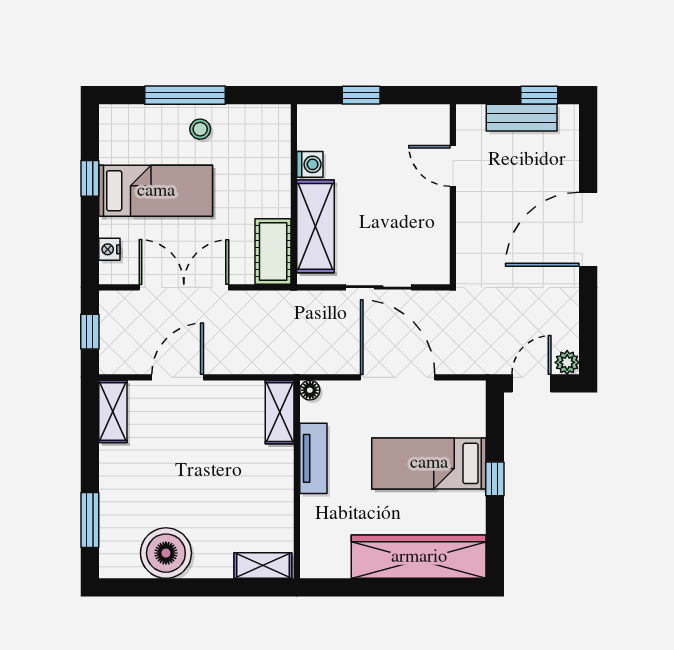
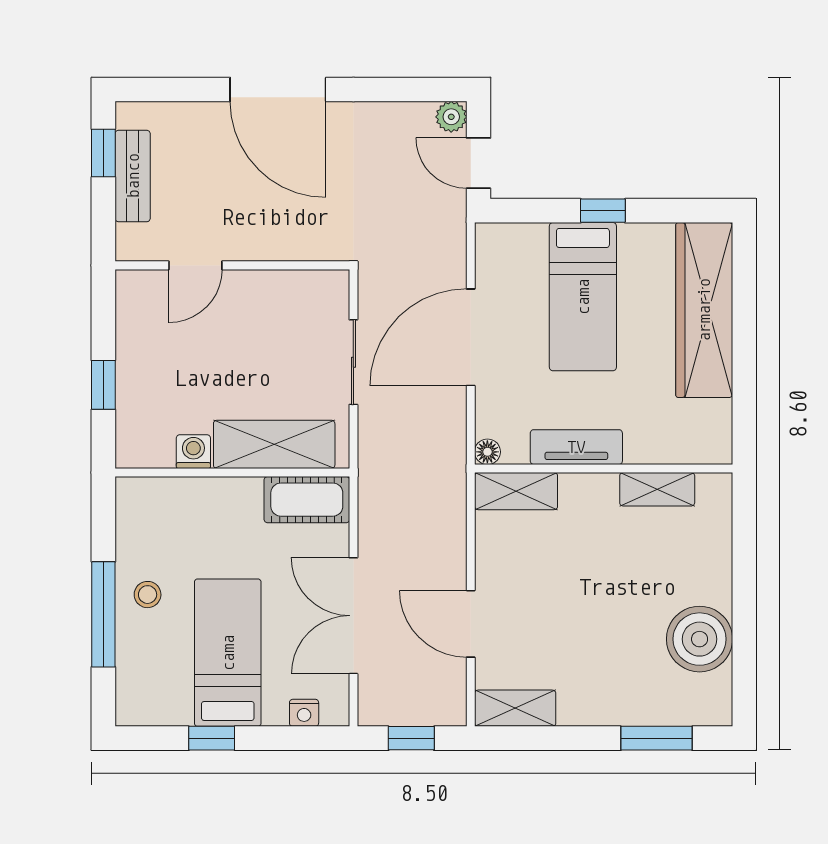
shelving: (263, 565) -> (657, 489), moved, turned 90

